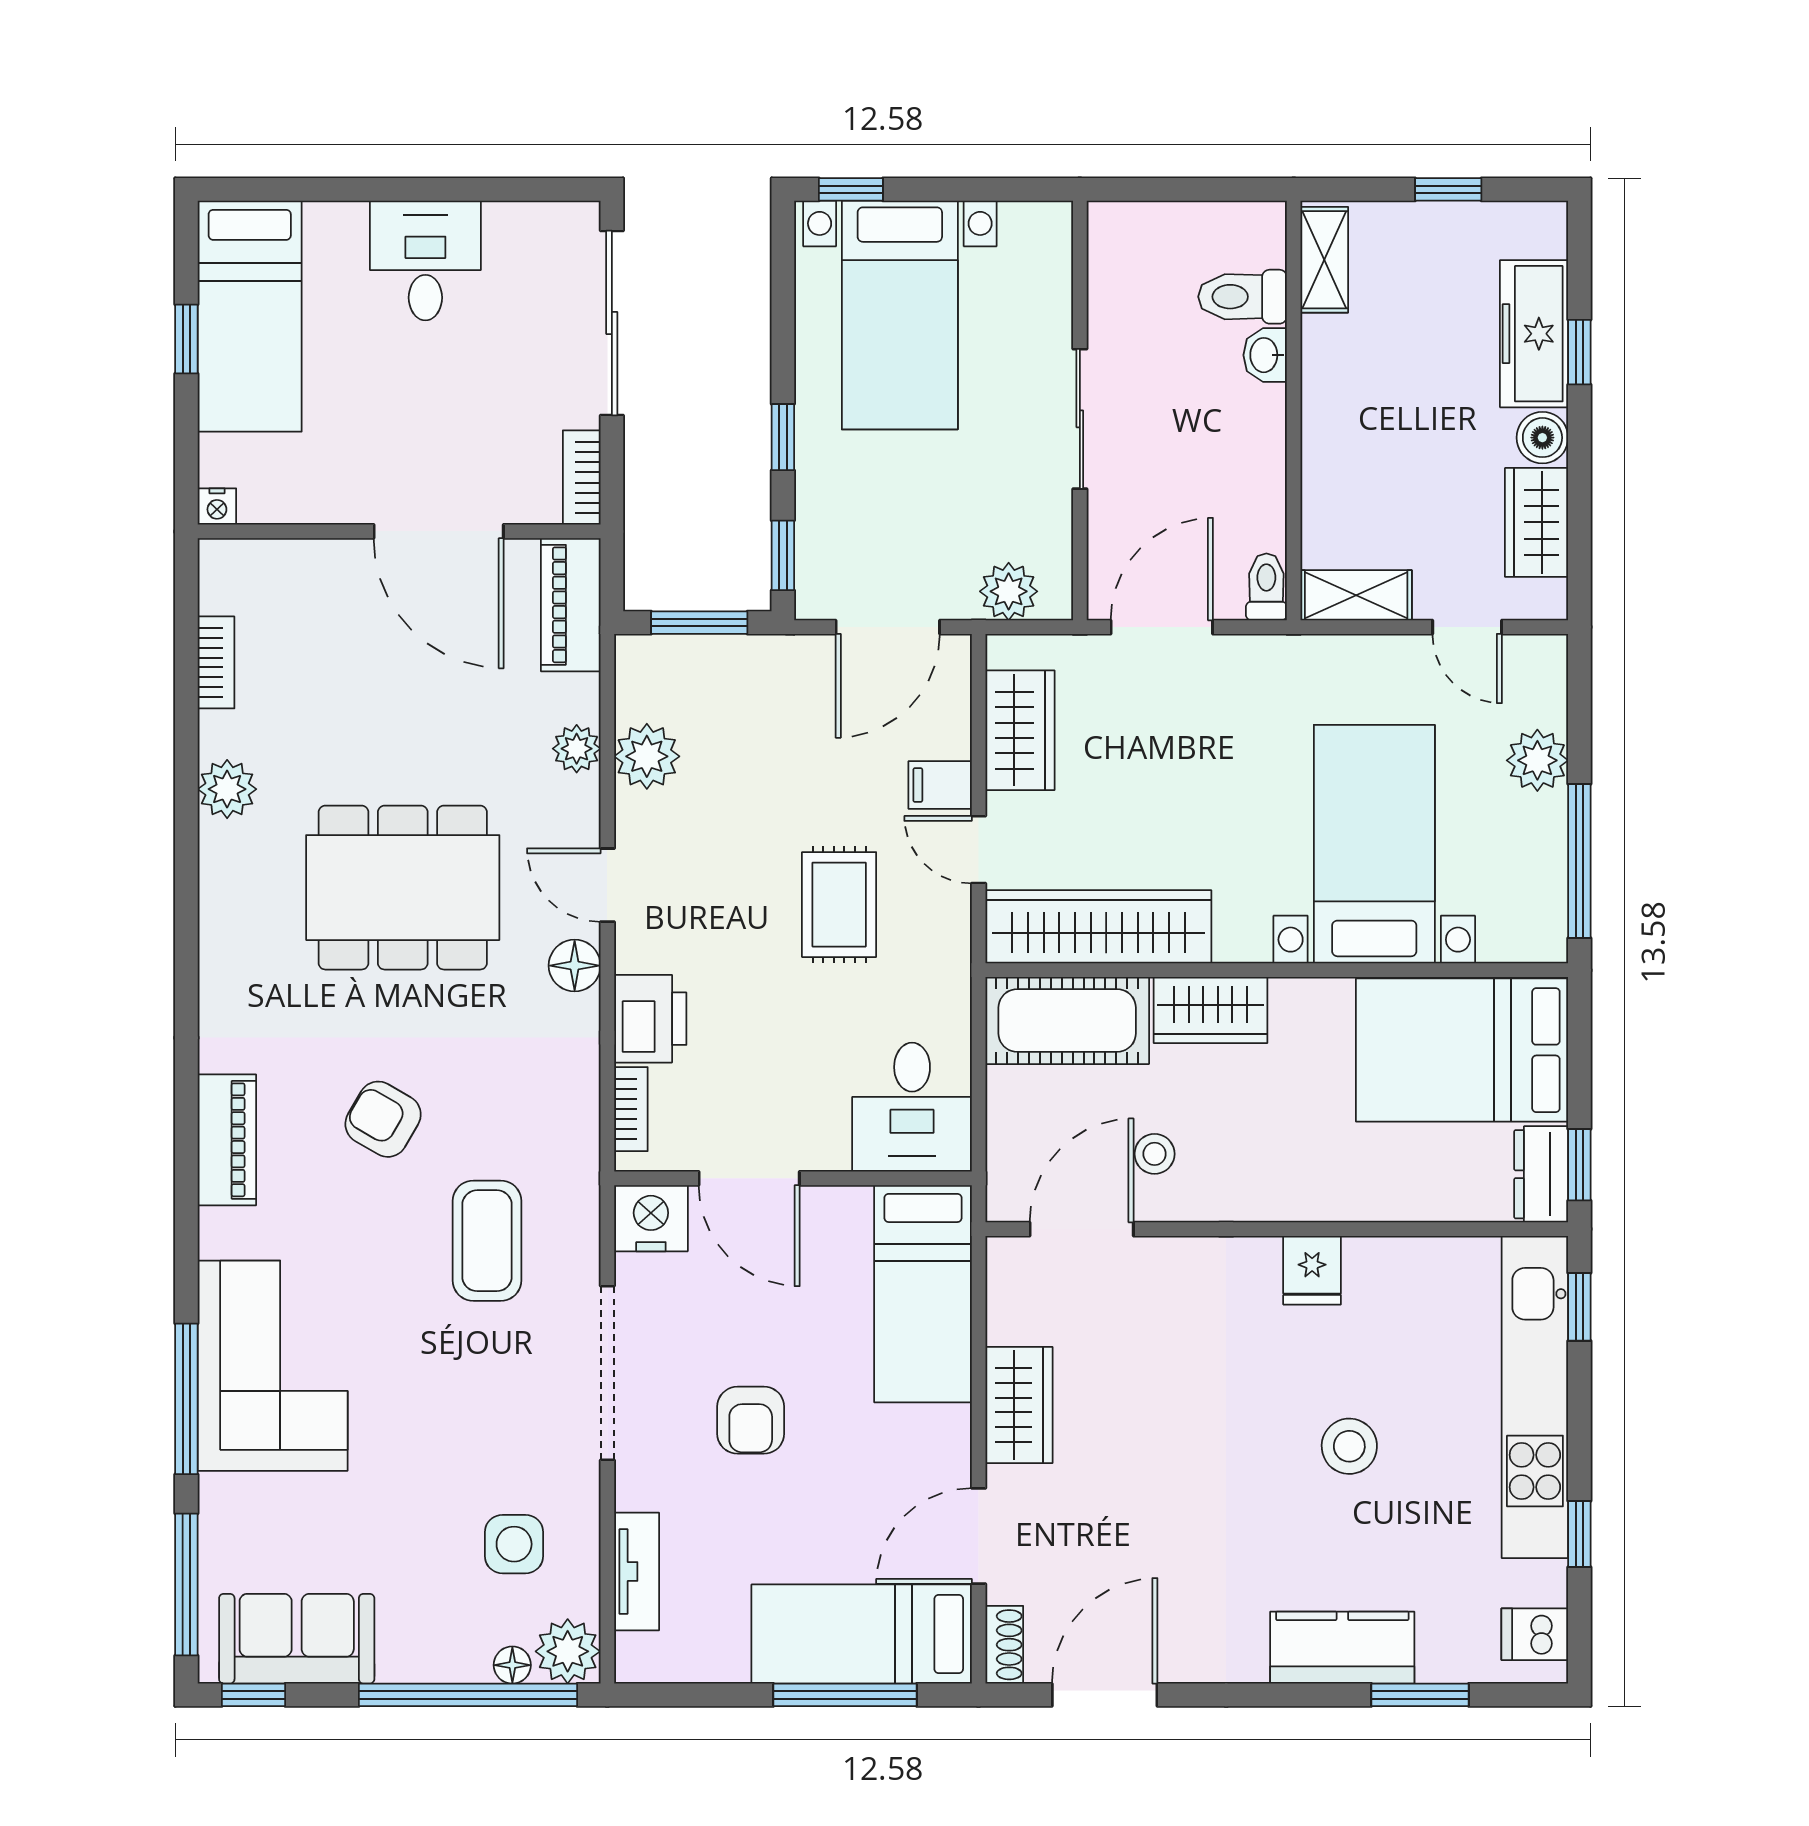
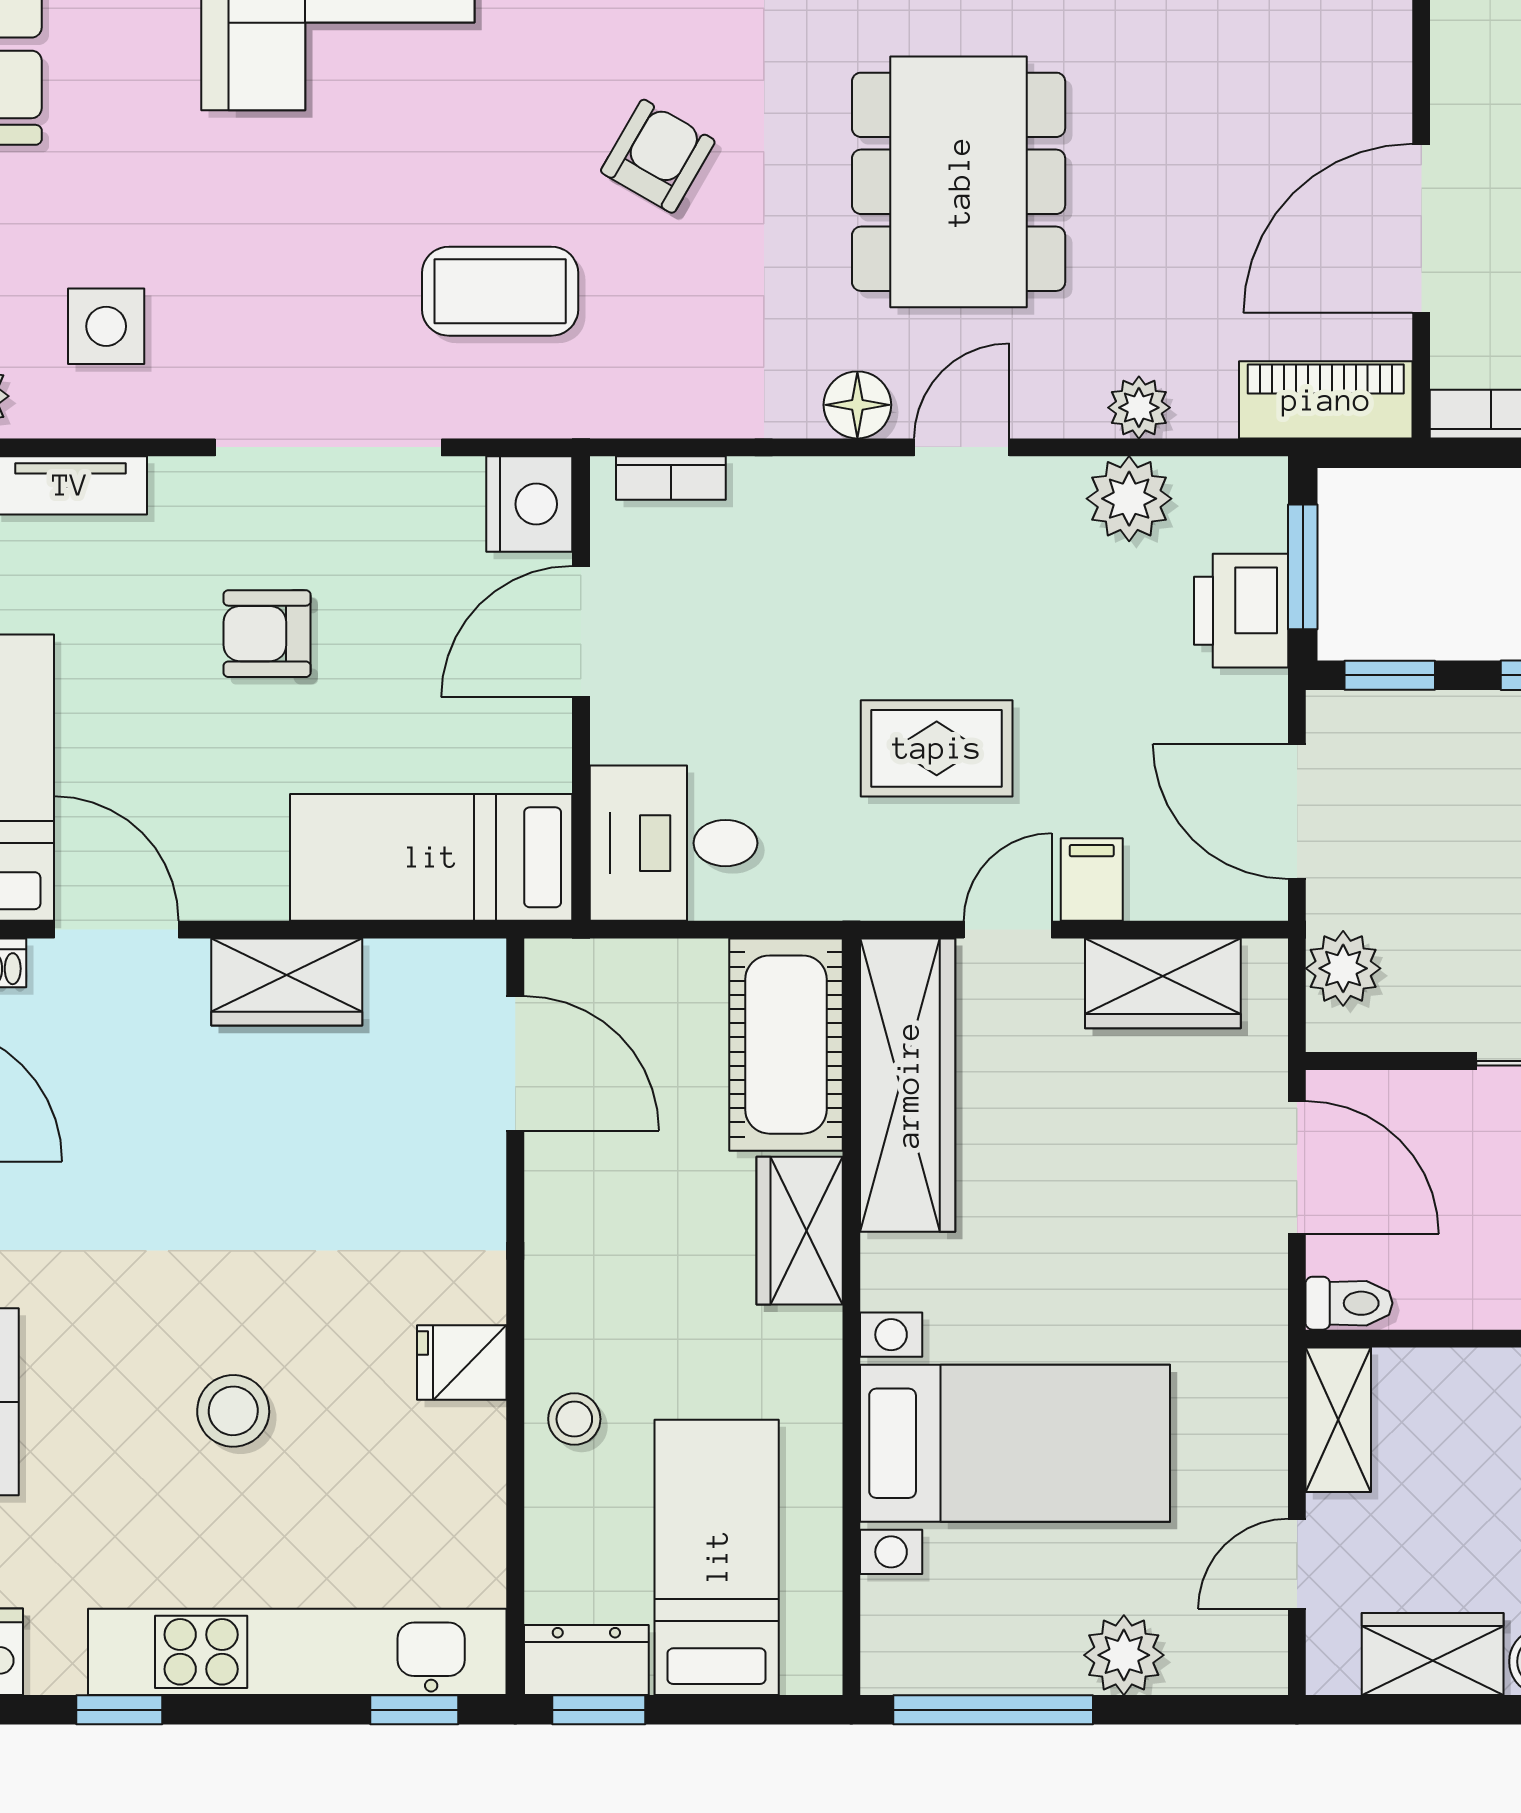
printer: (650, 1019) -> (1241, 611), moved, turned 90
bed: (1462, 1050) -> (717, 1557), width x0.67
stool: (1155, 1154) -> (574, 1419), moved

